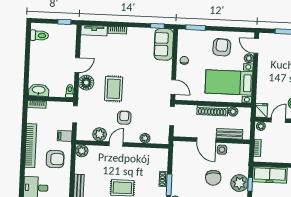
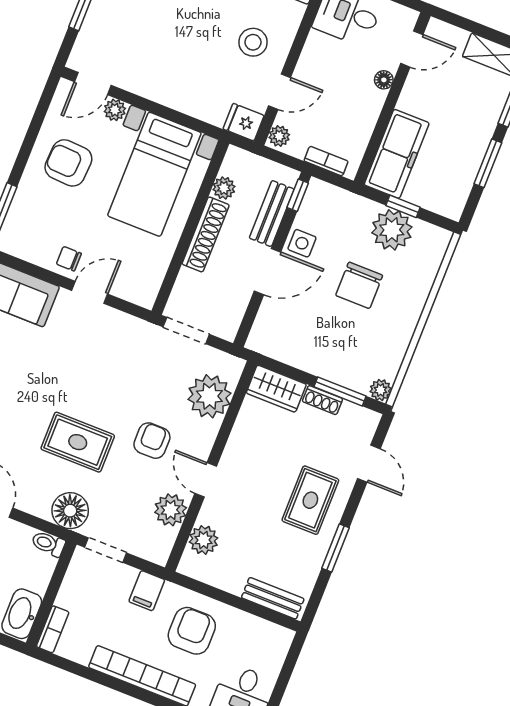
floor lamp: (86, 83) -> (70, 511), moved
door: (173, 87) -> (90, 292), moved
armchair: (124, 118) -> (152, 441), turned 90
door: (278, 120) -> (280, 92), swing flipped
plant: (145, 138) -> (209, 396), width x1.87, depth x1.87
window: (240, 141) -> (298, 195), added
plant: (82, 151) -> (204, 540), moved
wardrobe: (161, 159) -> (276, 389), added
chair: (213, 178) -> (359, 285), turned 95

